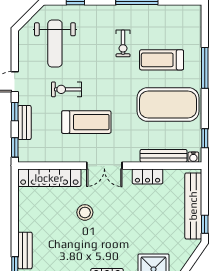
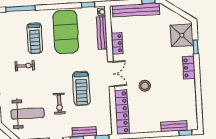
window: (205, 68) -> (20, 9), moved
treadmill: (86, 122) -> (81, 88), turned 180

